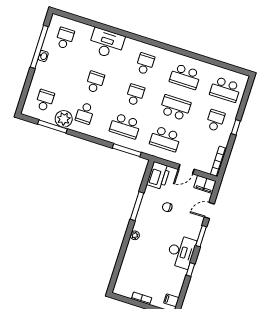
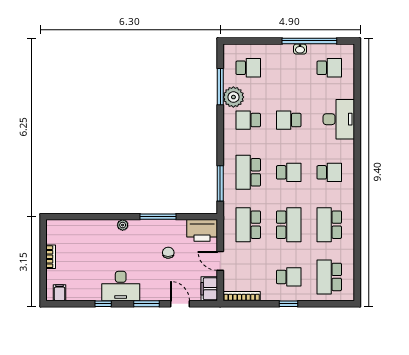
school desk: (95, 82) -> (289, 120), turned 180

